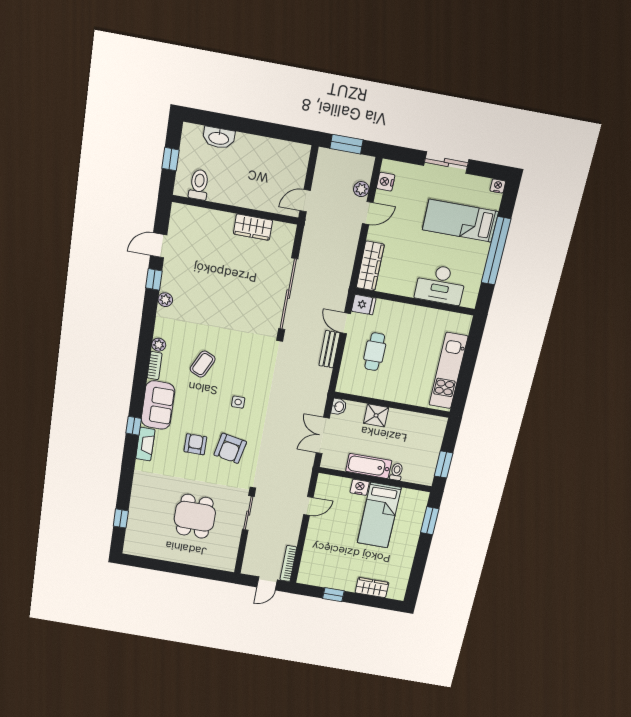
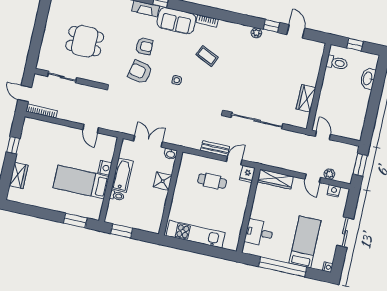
desk: (441, 284) -> (259, 233), width x0.73
plant: (159, 345) -> (223, 25), removed
sliding door: (248, 513) -> (62, 77), moved

